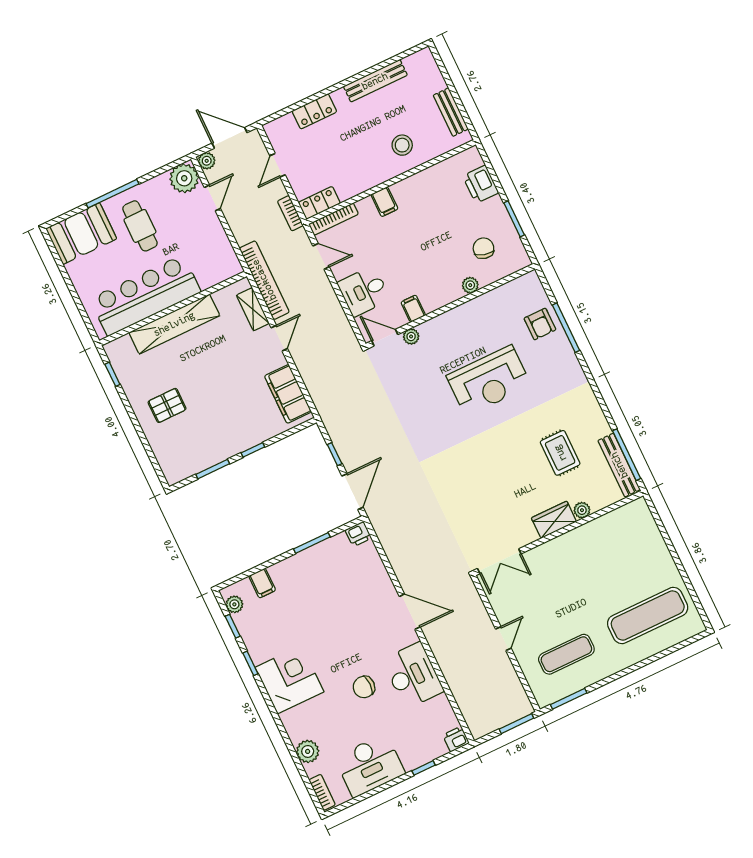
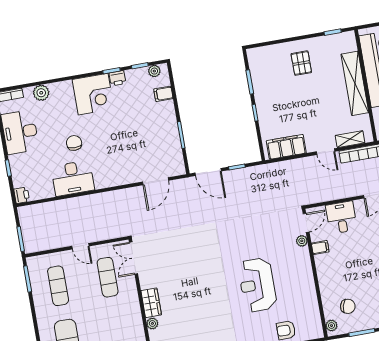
plant: (470, 285) -> (331, 326), moved
rug: (560, 453) -> (195, 320), removed
printer: (358, 534) -> (117, 78), moved, turned -90
exercise mat: (536, 589) -> (108, 277), added
door: (410, 612) -> (156, 181), moved

